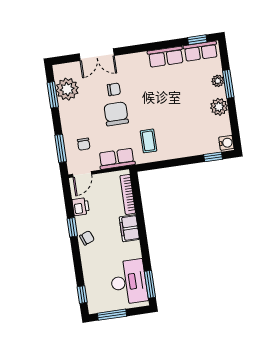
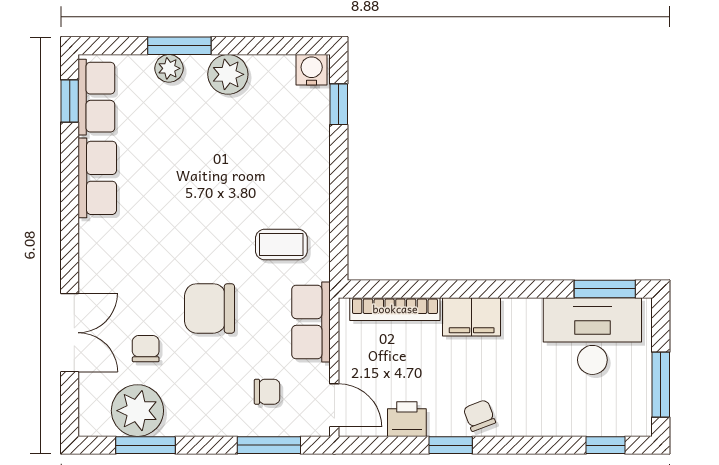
chair: (114, 89) -> (146, 349), moved

